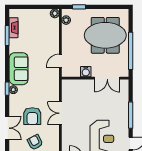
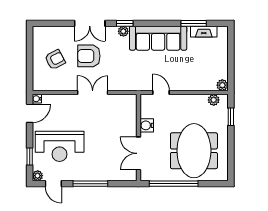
sofa: (19, 69) -> (158, 38), width x1.36
double door: (7, 128) -> (90, 23), moved

